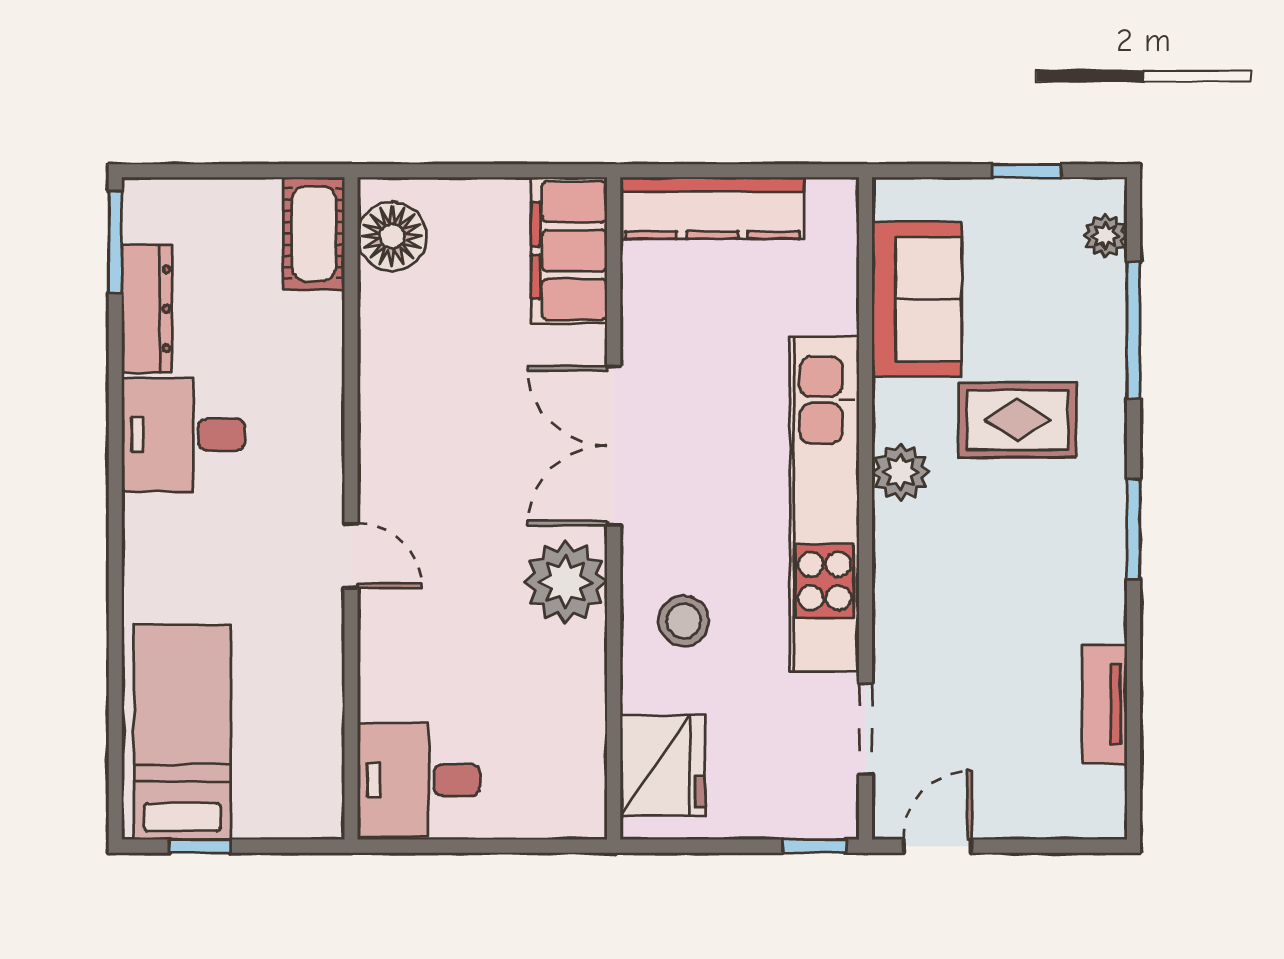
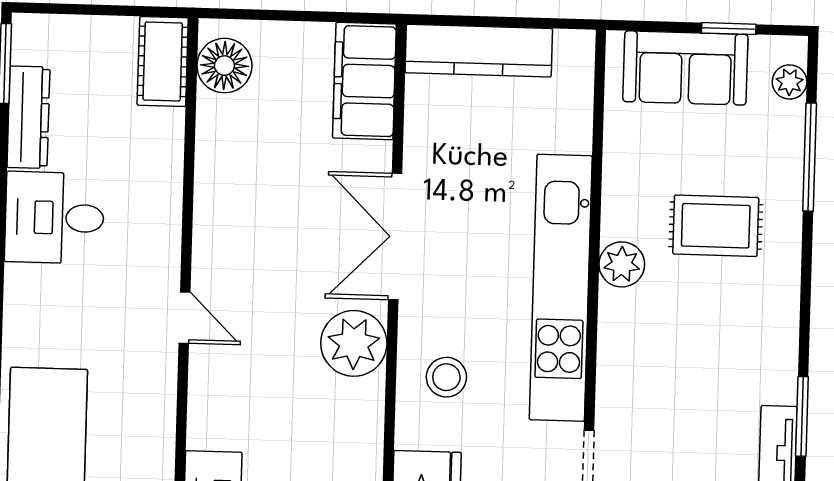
sofa: (917, 299) -> (685, 68), moved, turned 90
window: (1134, 529) -> (802, 416), moved

